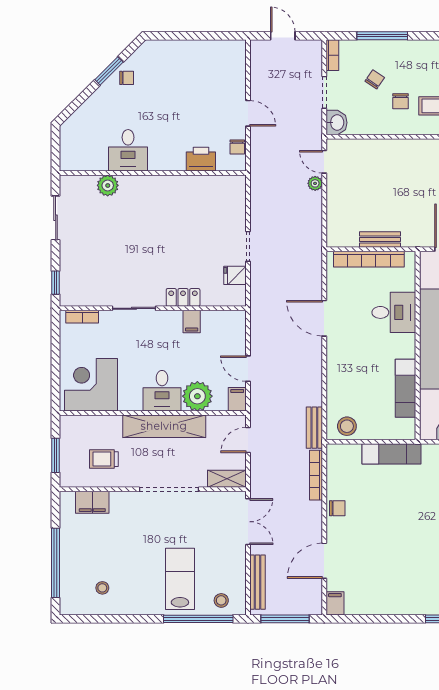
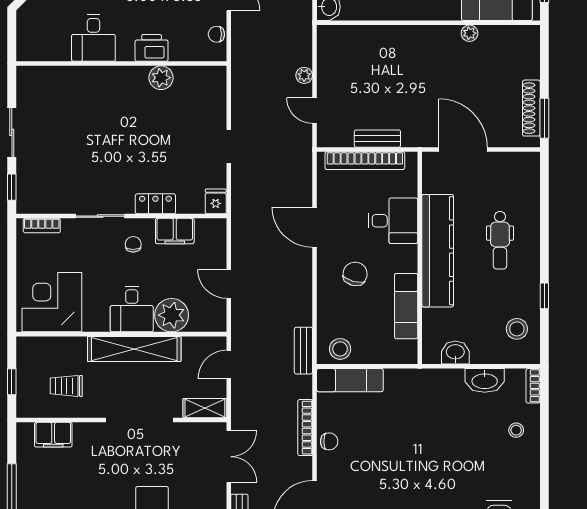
chair: (237, 147) -> (216, 34), turned 90
printer: (201, 159) -> (152, 48), moved
door: (324, 162) -> (315, 111), moved
plant: (108, 185) -> (161, 78), moved
sliding door: (56, 218) -> (12, 132), moved
fridge: (235, 275) -> (216, 201), moved, turned 90
filing cabinet: (192, 322) -> (175, 231), width x2.00
chair: (163, 333) -> (133, 244), added
chair: (360, 360) -> (355, 274), added
filing cabinet: (237, 399) -> (216, 319), removed
exam couch: (392, 454) -> (350, 380), moved
window: (56, 455) -> (12, 382), width x0.67
bookcase: (316, 475) -> (305, 428), moved

